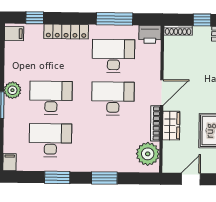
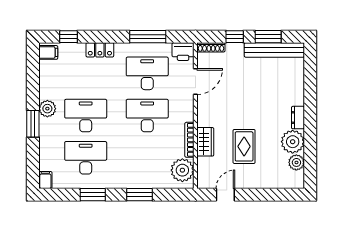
locker: (66, 32) -> (100, 50), width x0.66
door: (162, 92) -> (195, 82), moved

